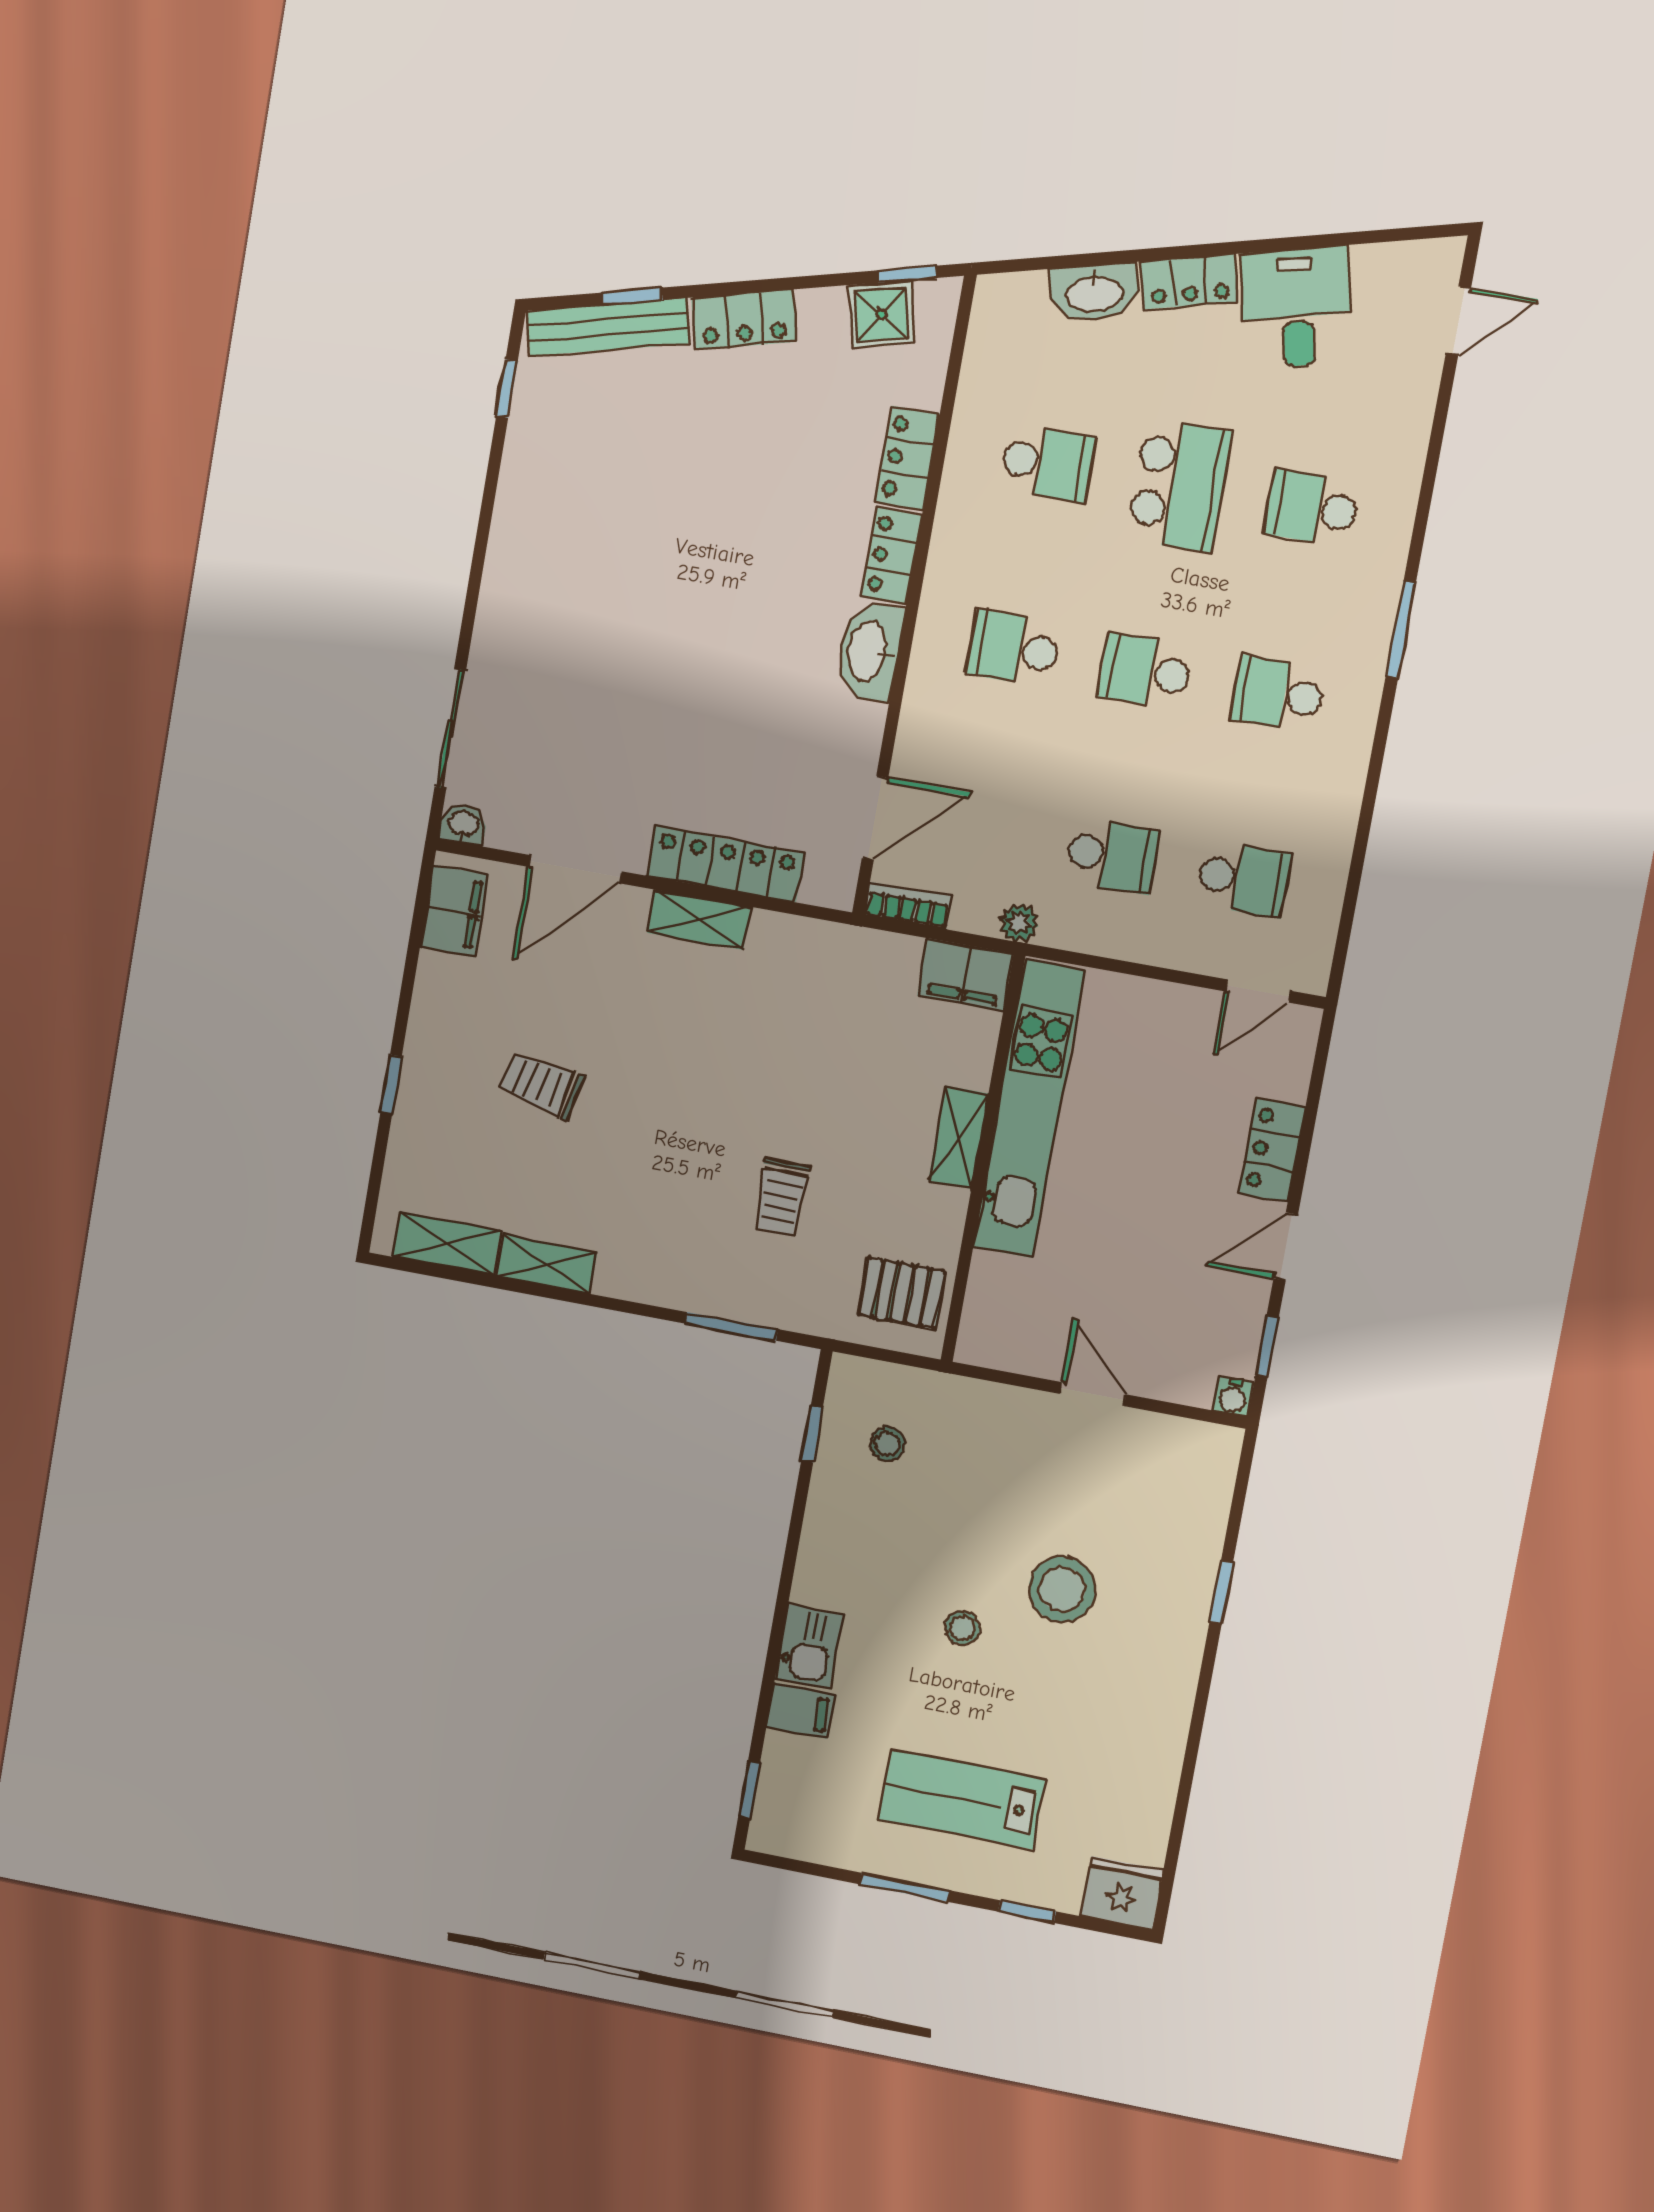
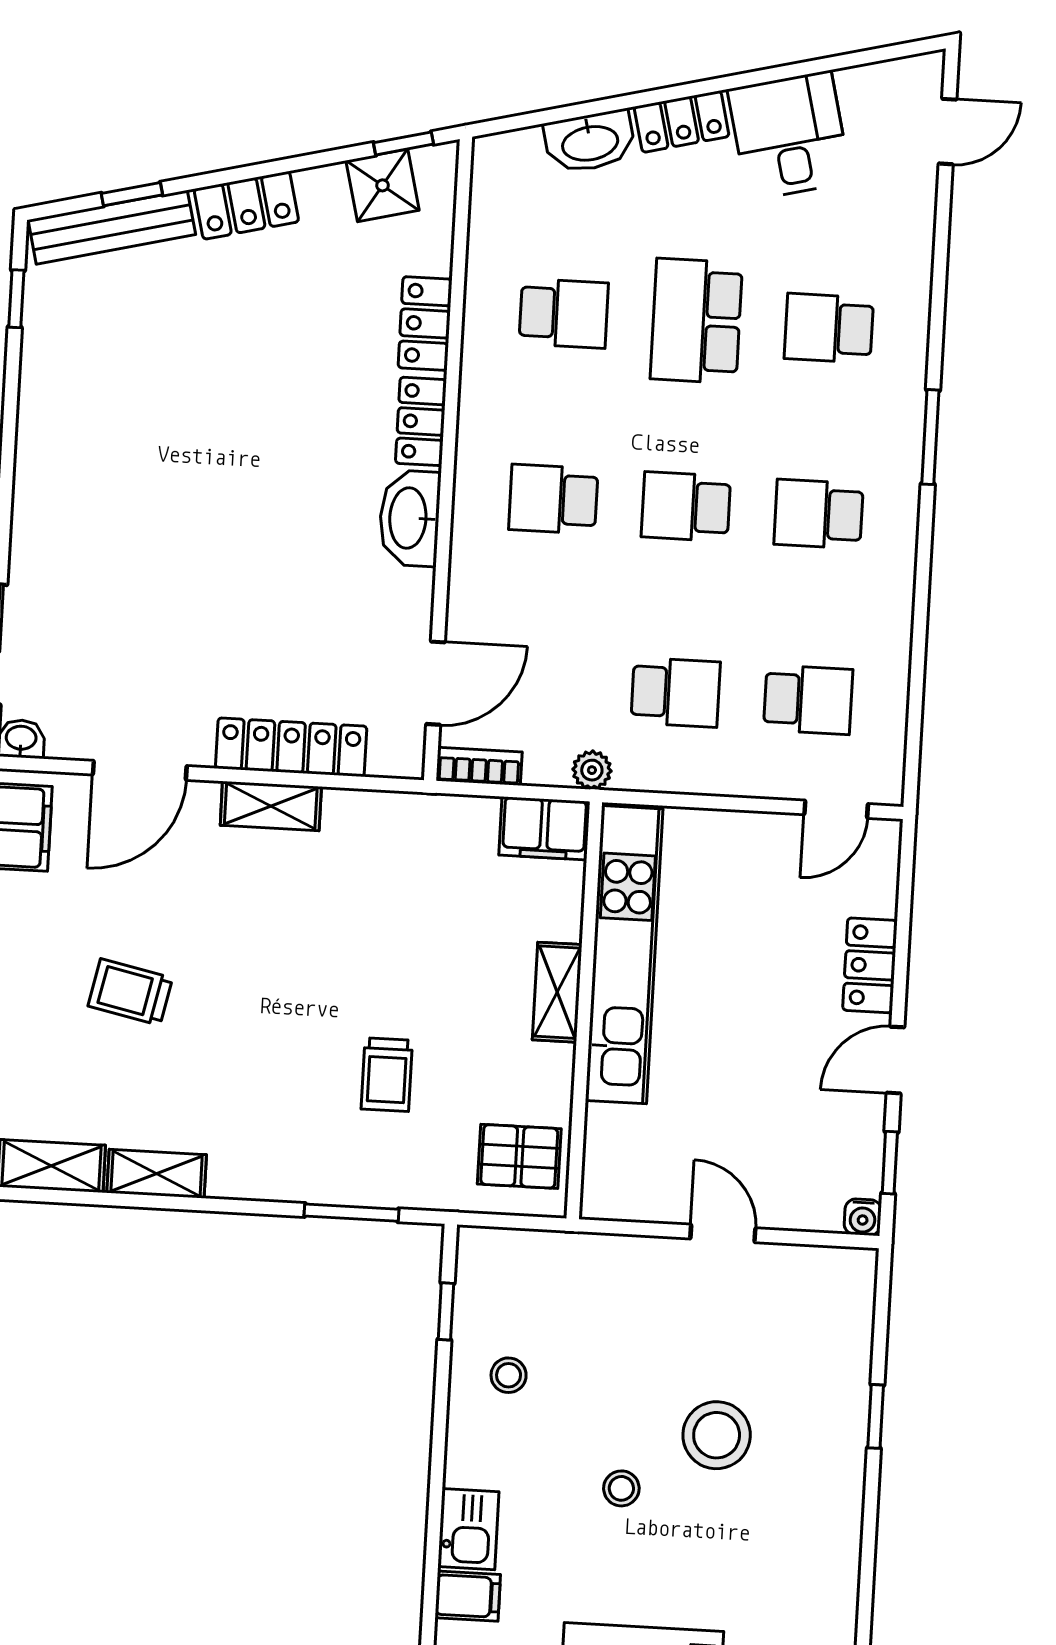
school desk: (1179, 485) -> (696, 321), turned 180
stool: (888, 1444) -> (509, 1375), moved

